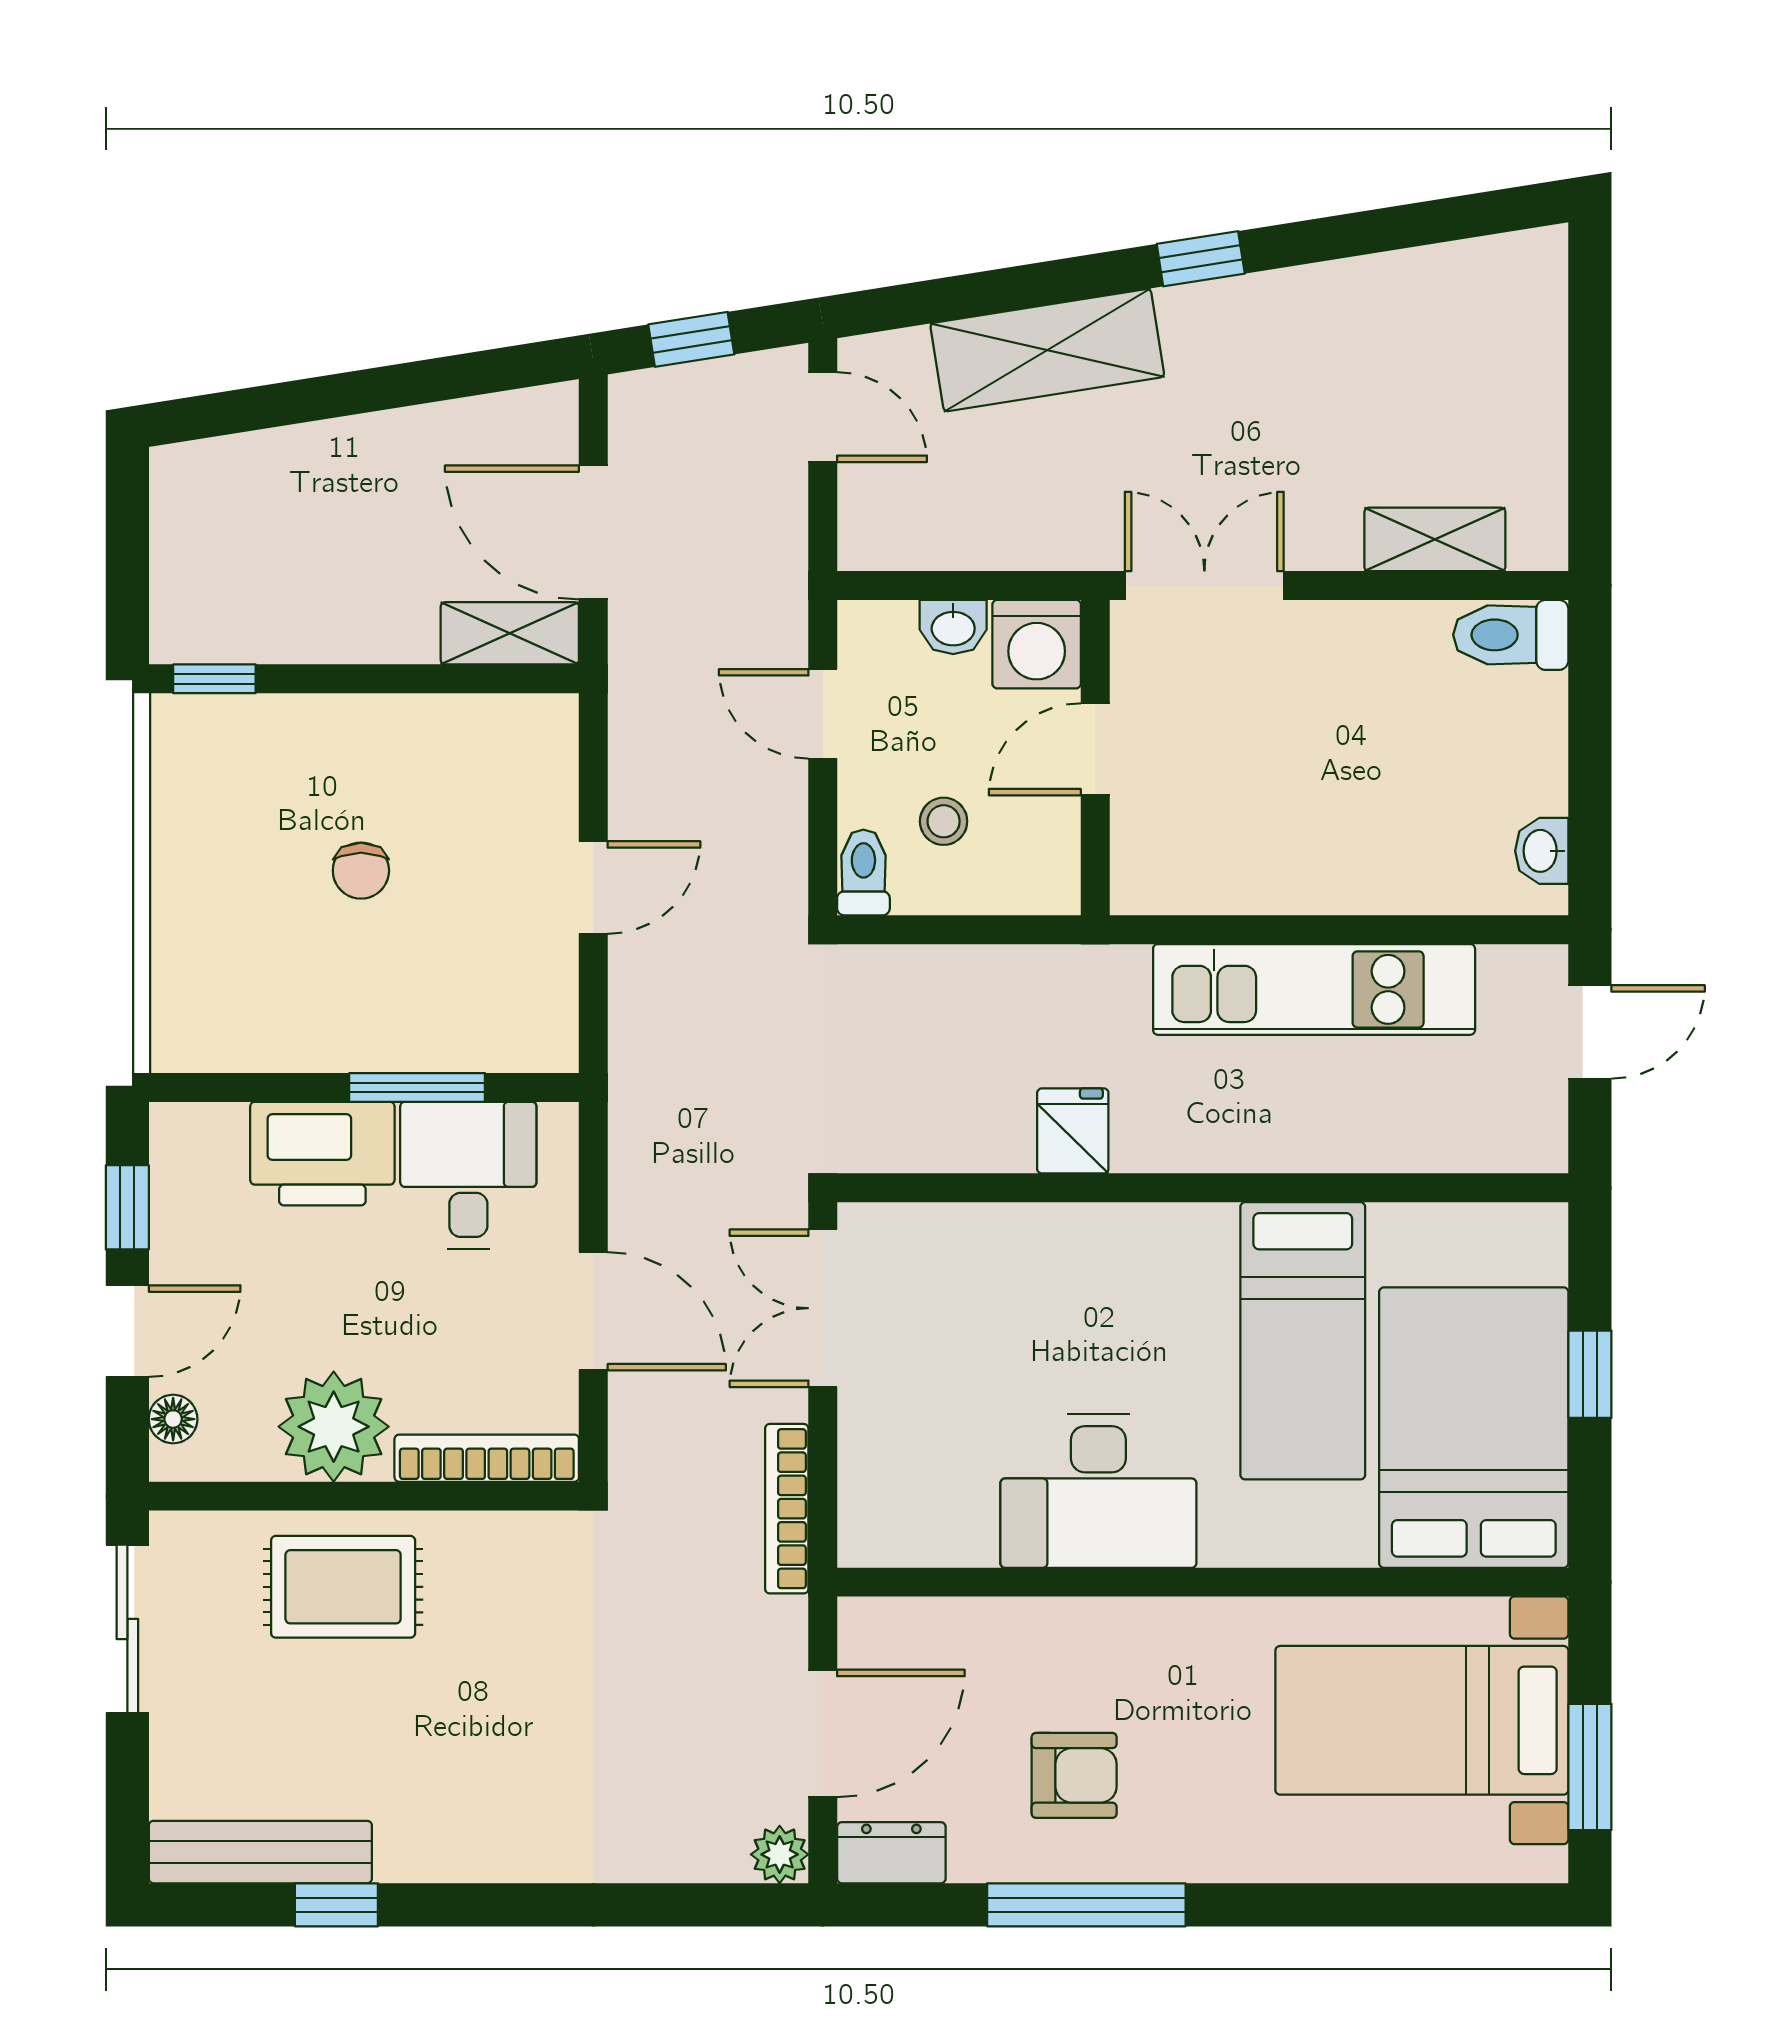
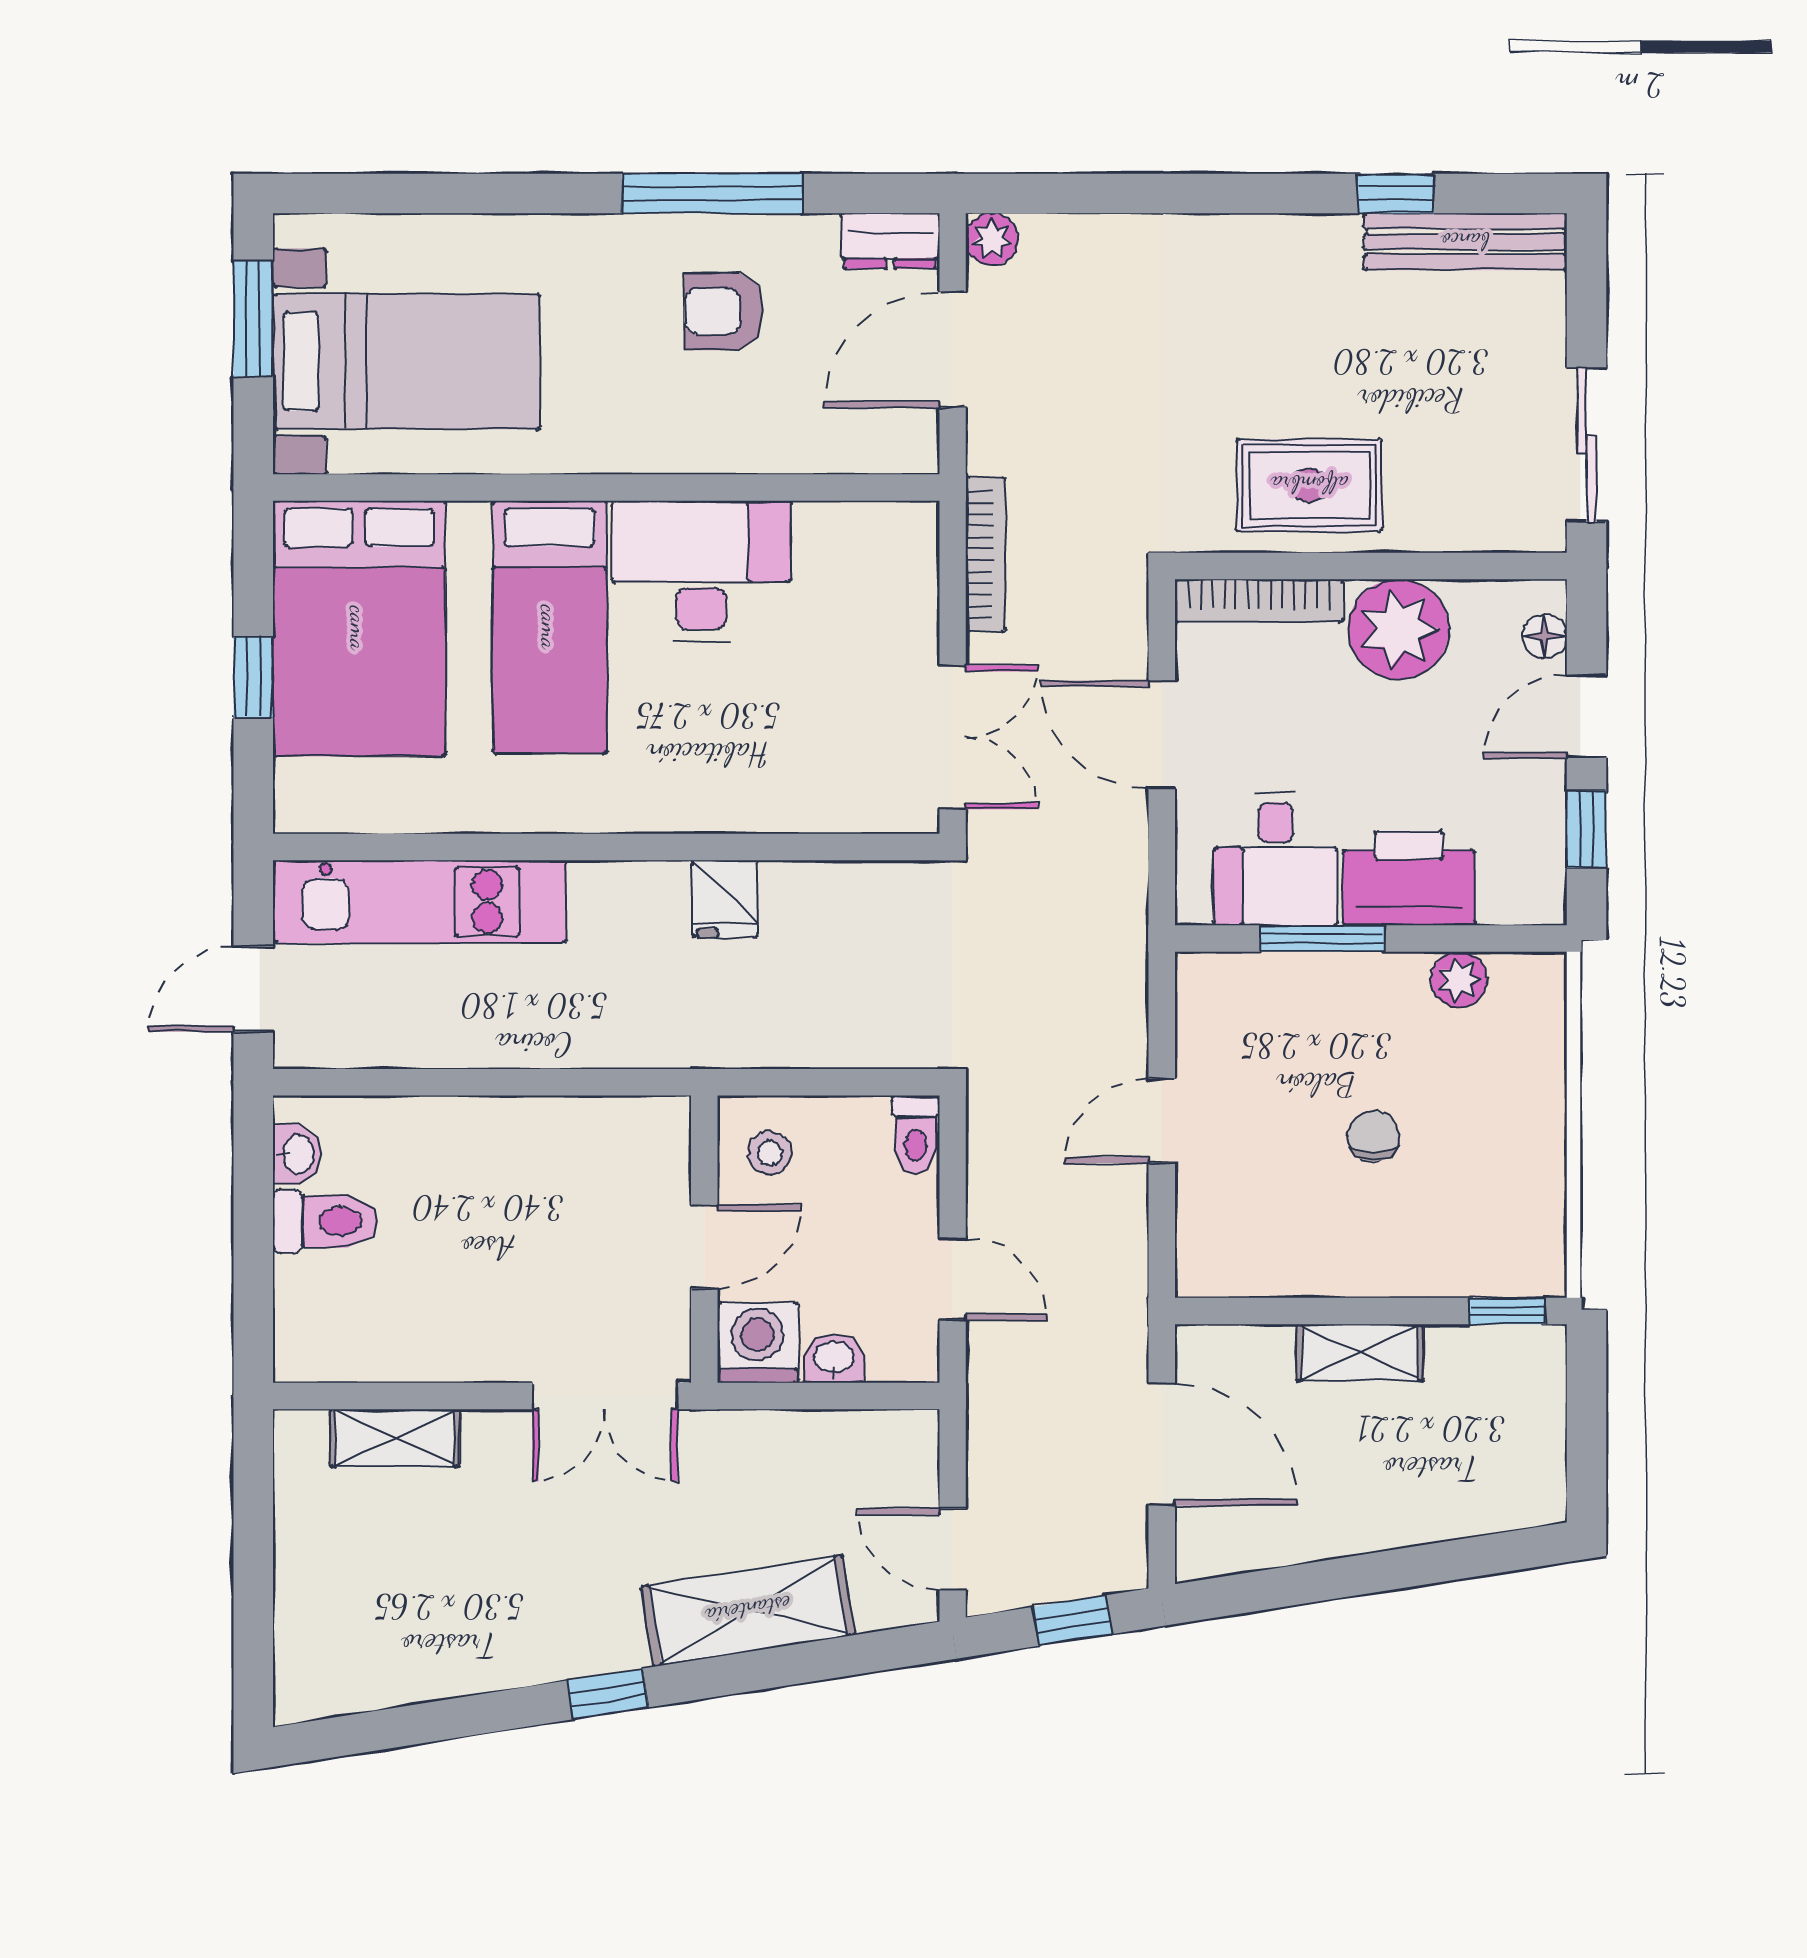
shelving: (510, 633) -> (1360, 1352), moved
toilet: (1511, 635) -> (325, 1221), moved
stool: (944, 821) -> (770, 1153), moved
kitchen unit: (1314, 989) -> (420, 901), moved, turned 180
plant: (267, 1042) -> (1459, 980), added
bed: (1303, 1341) -> (550, 627), moved, turned 180
rug: (343, 1587) -> (1309, 485), moved

